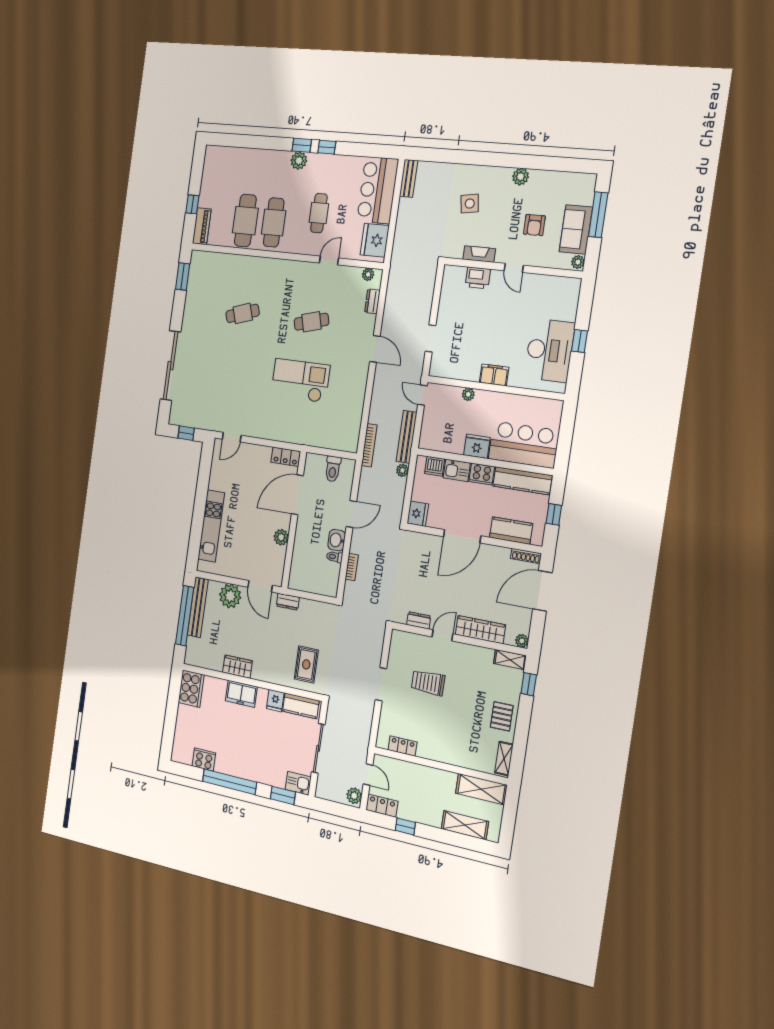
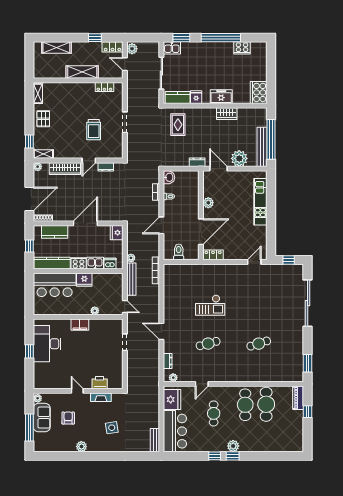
checkout: (300, 380) -> (210, 305), width x0.73, depth x0.83
washbasin: (337, 540) -> (169, 177), moved
trolley: (428, 683) -> (94, 130), turned 90
shelving: (481, 789) -> (82, 72), moved

